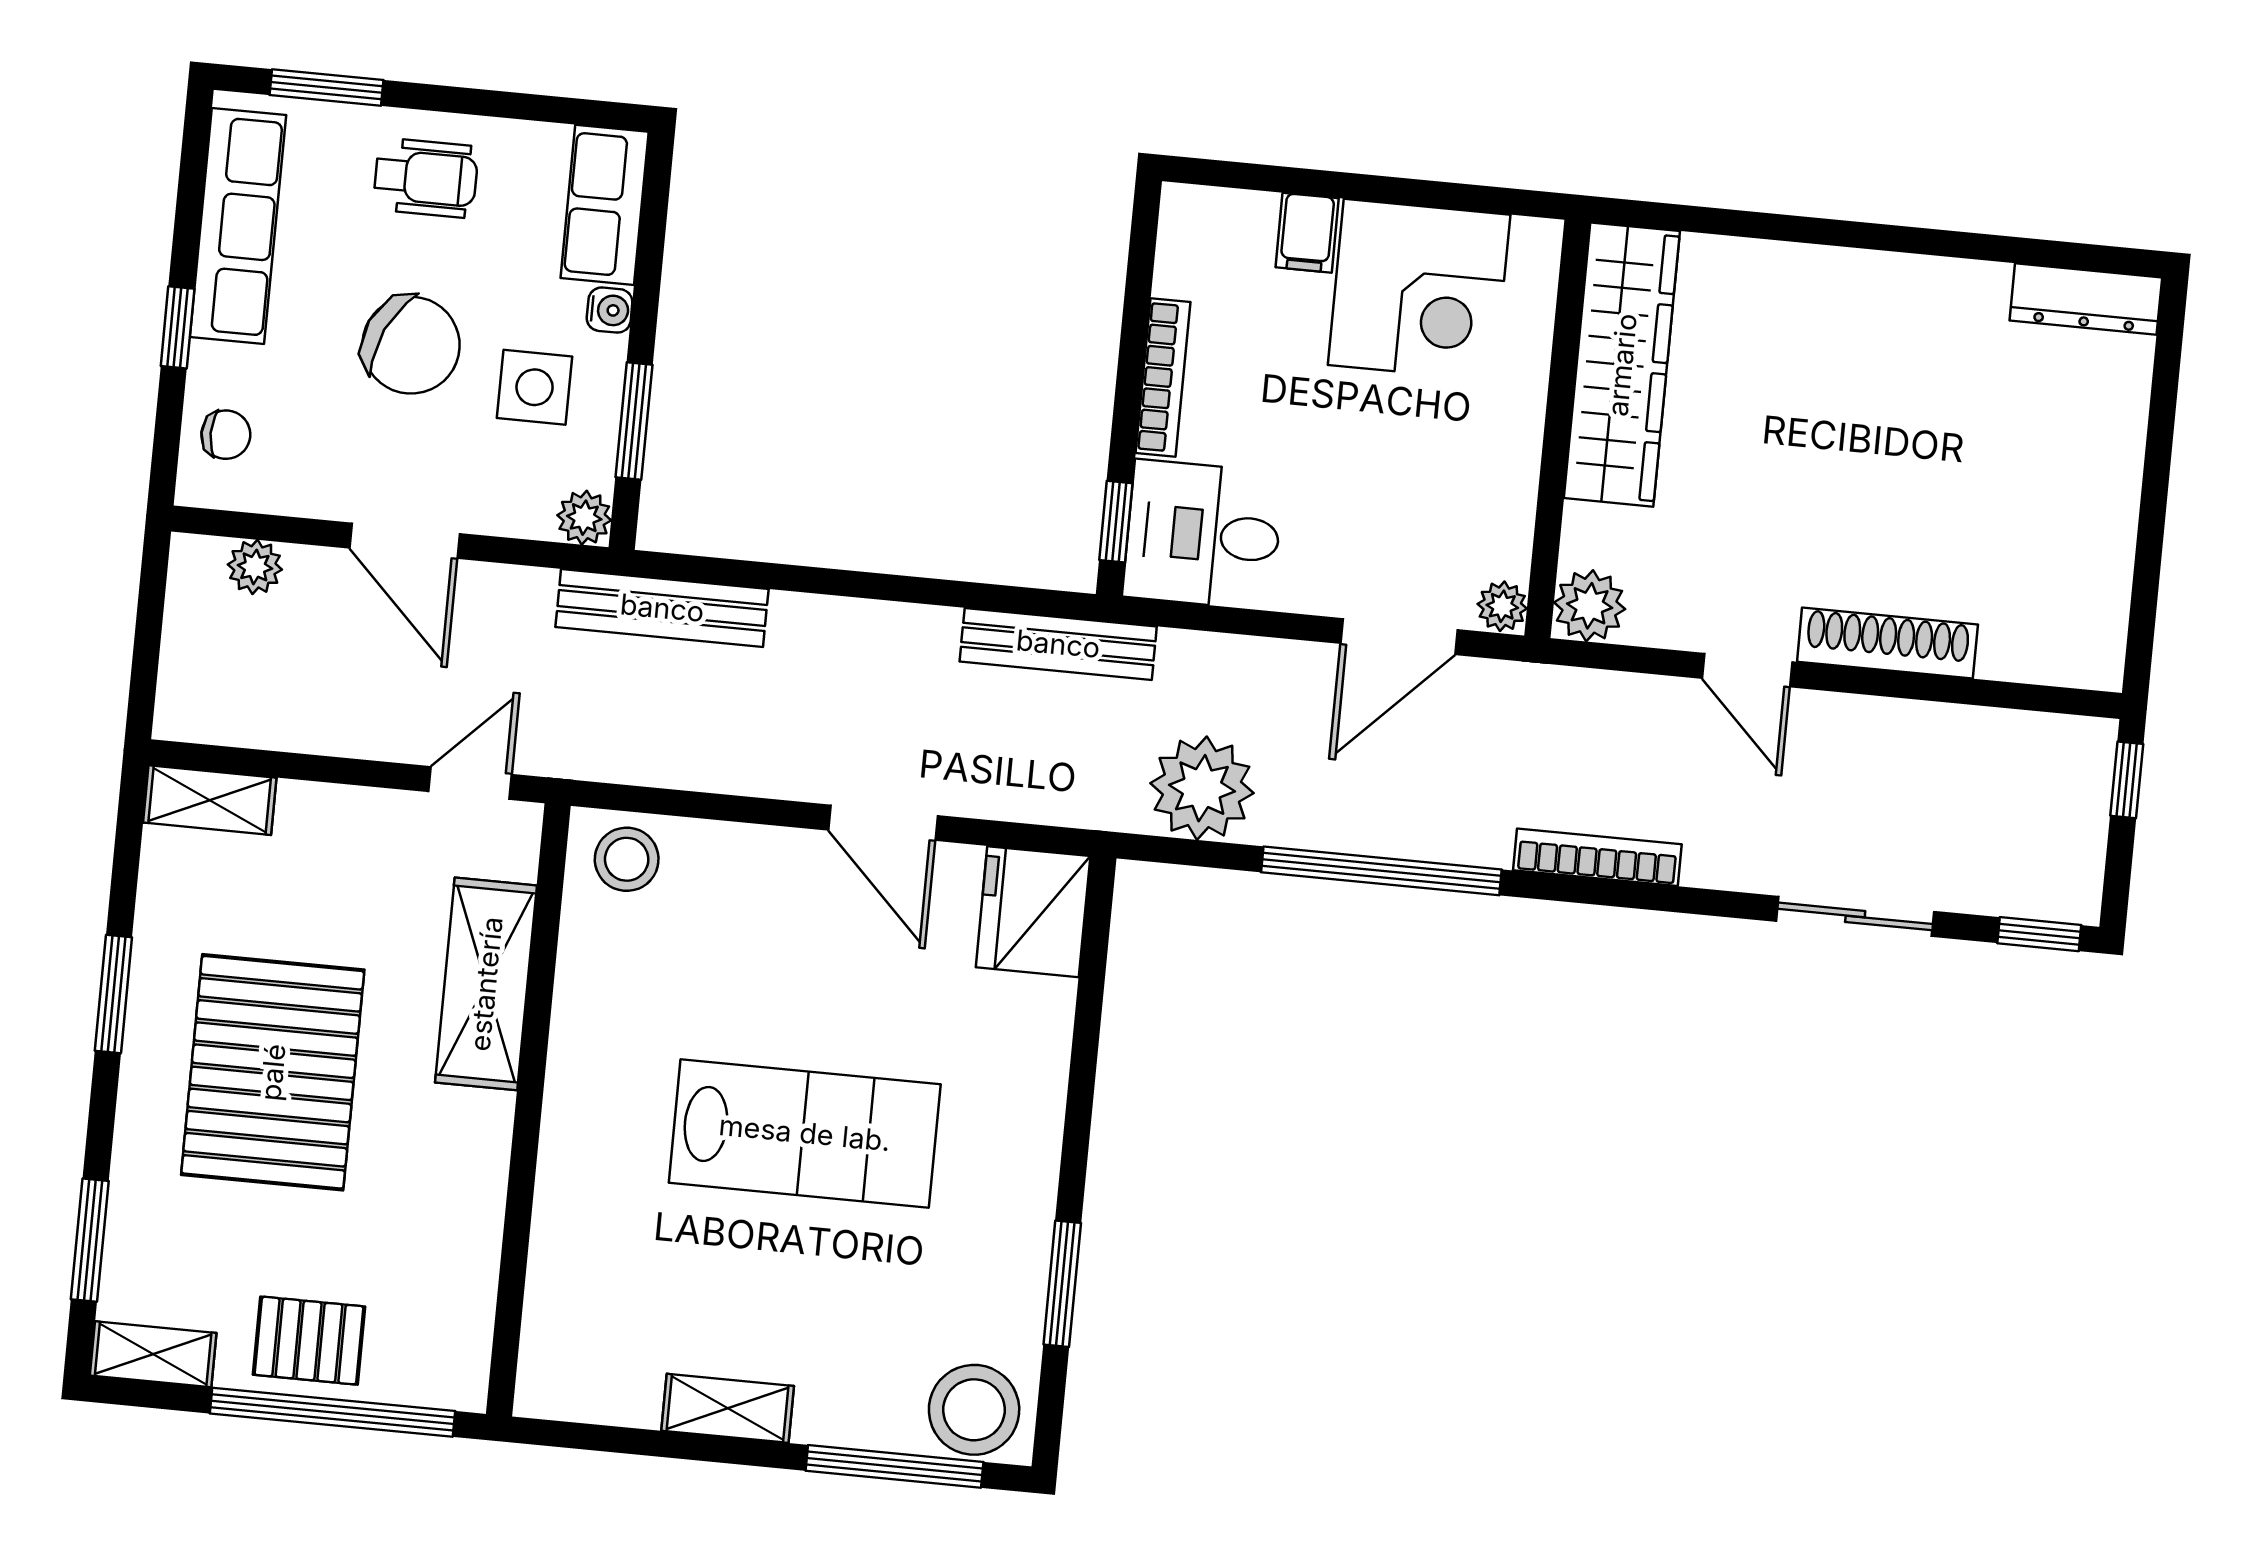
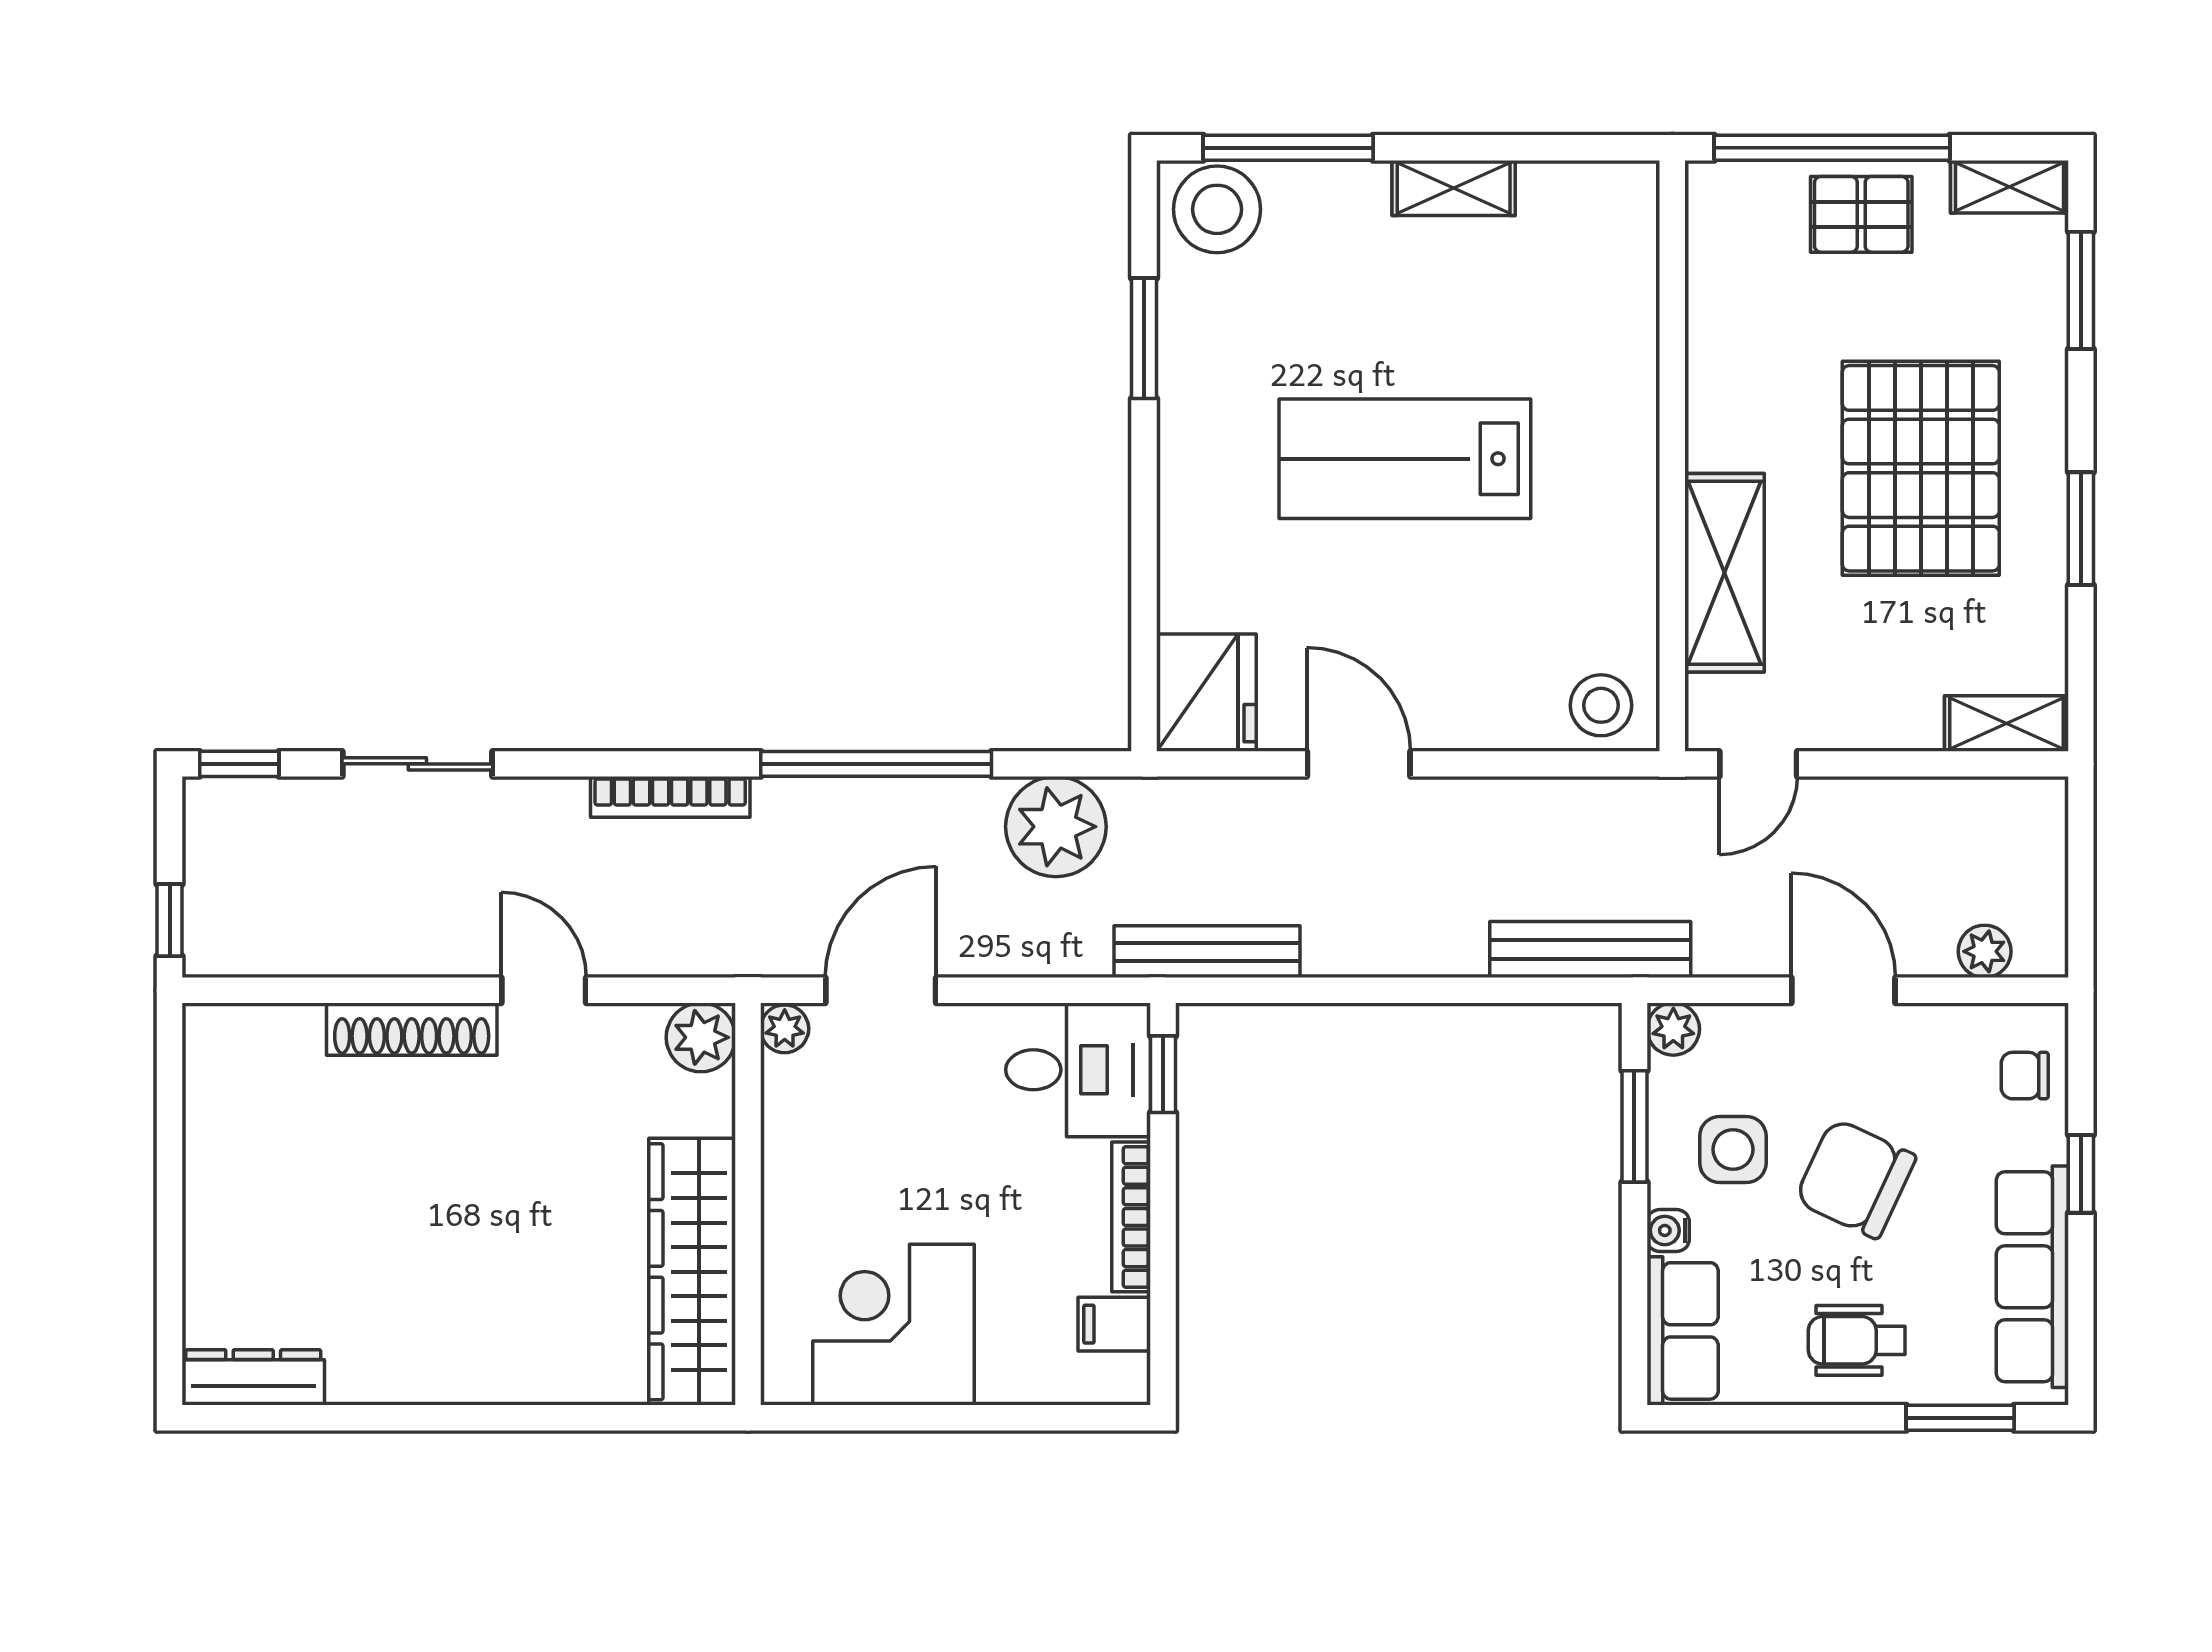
filing cabinet: (1307, 233) -> (1114, 1324), moved, turned -90

